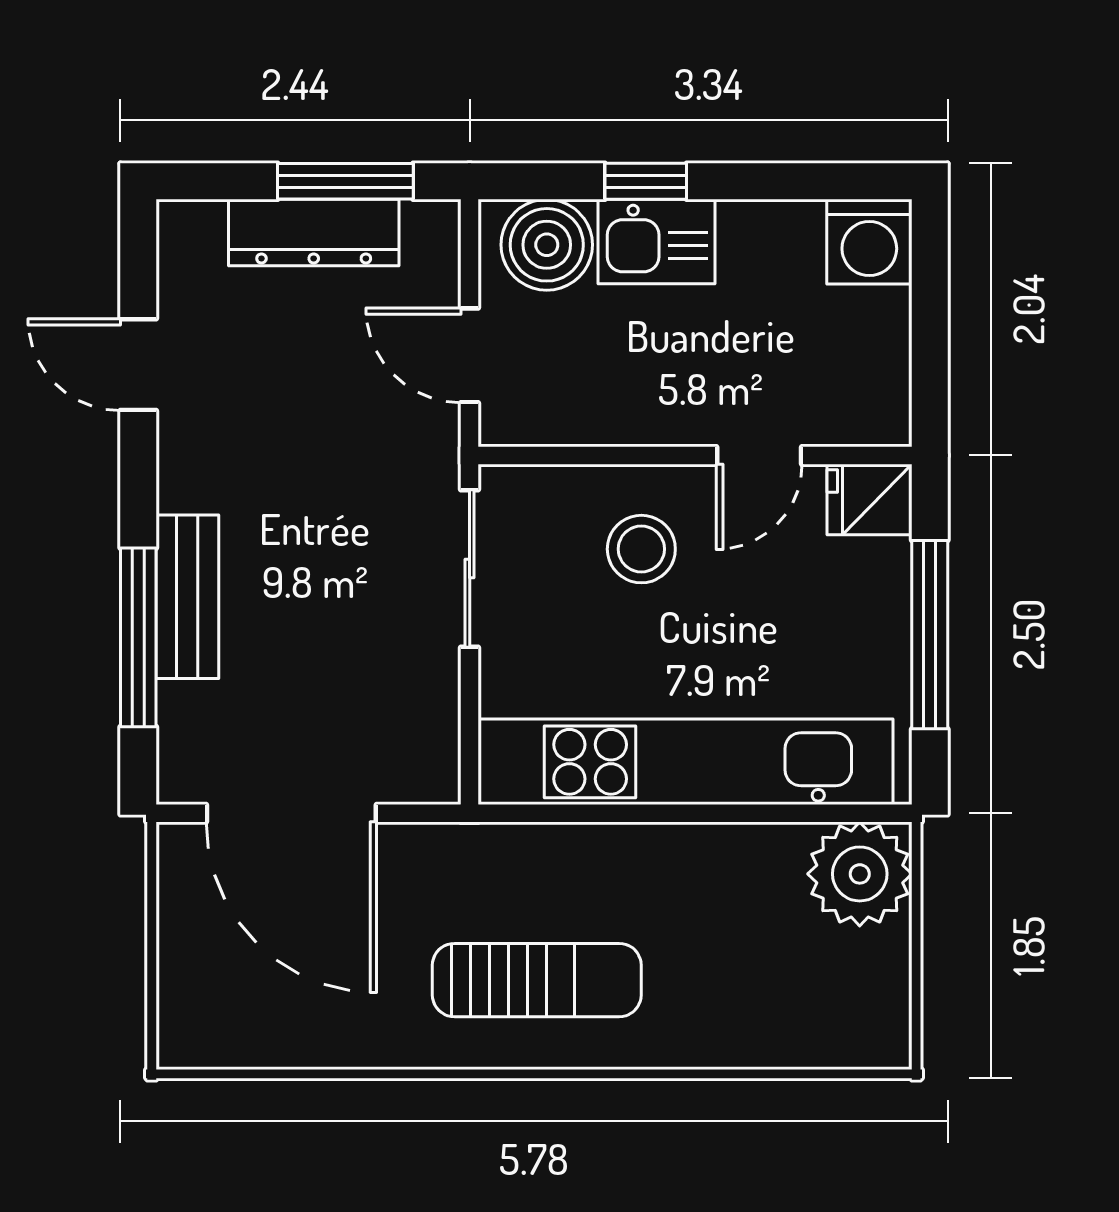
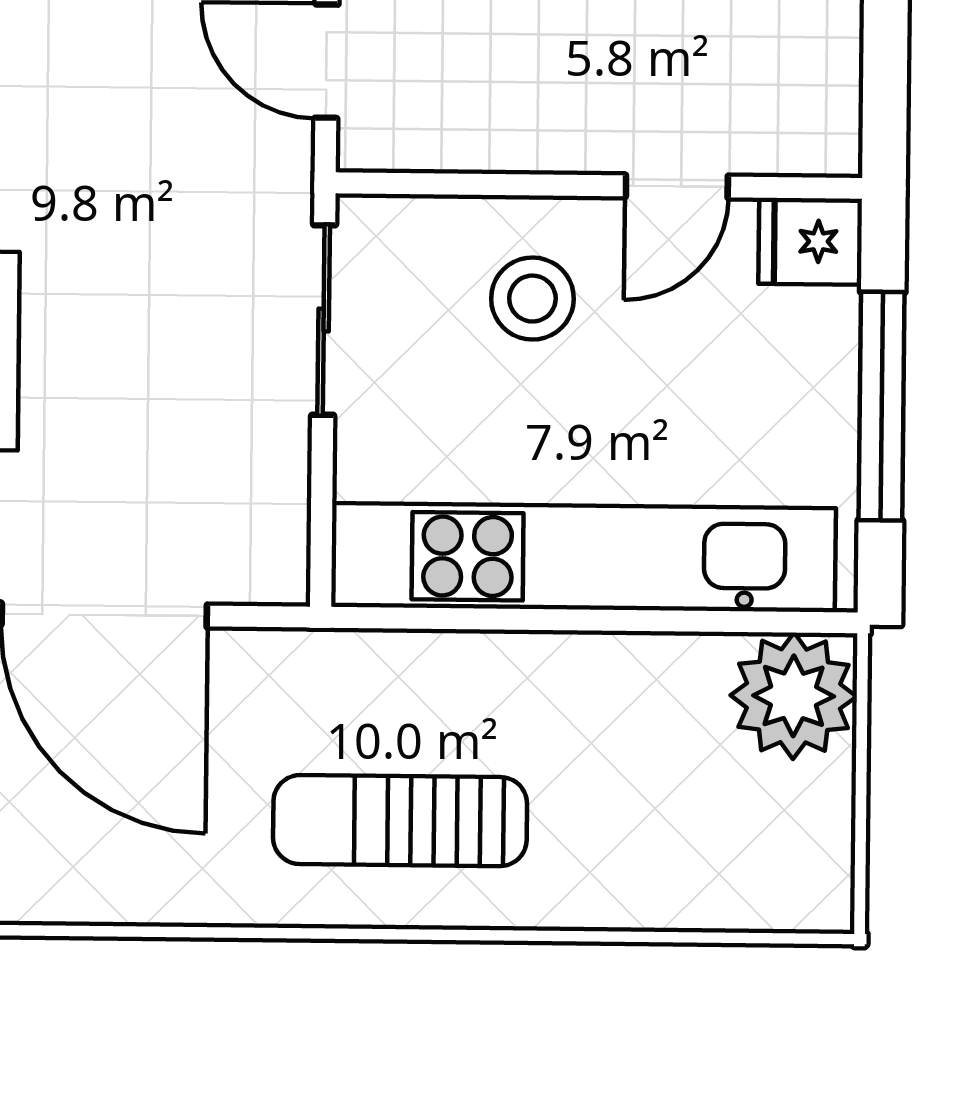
sun lounger: (537, 980) -> (400, 821), turned 180

